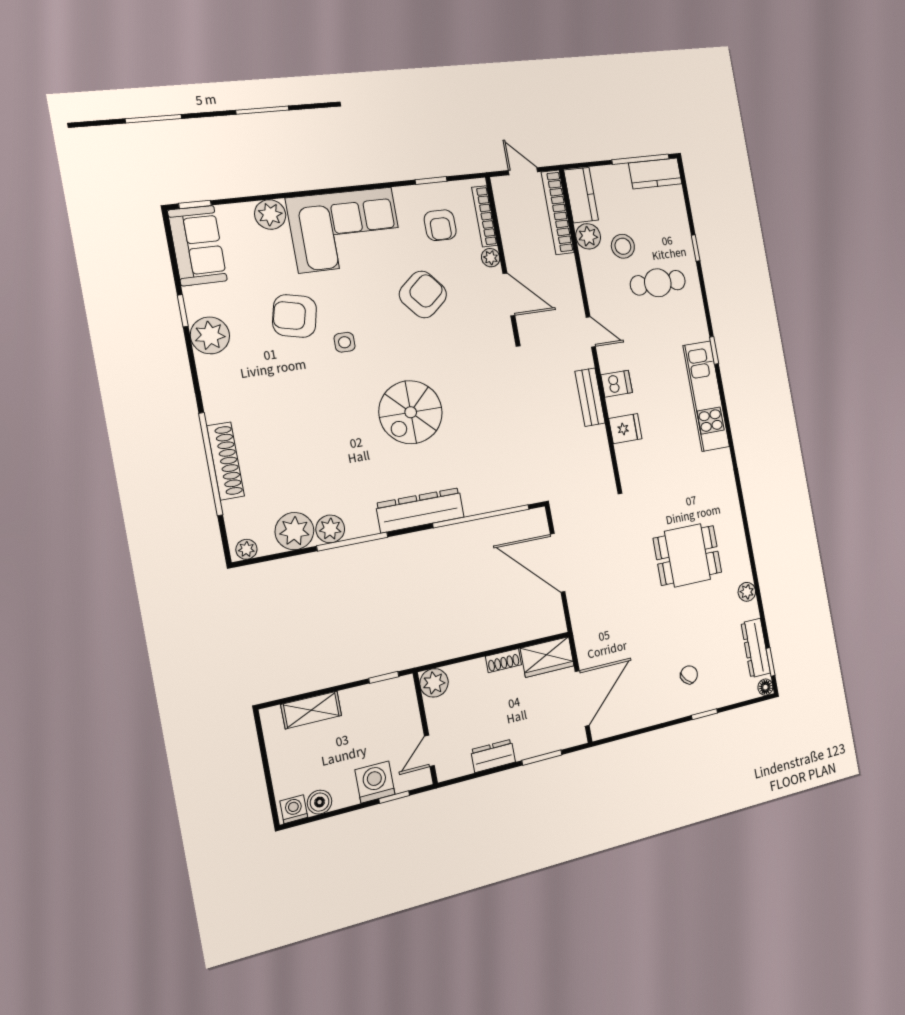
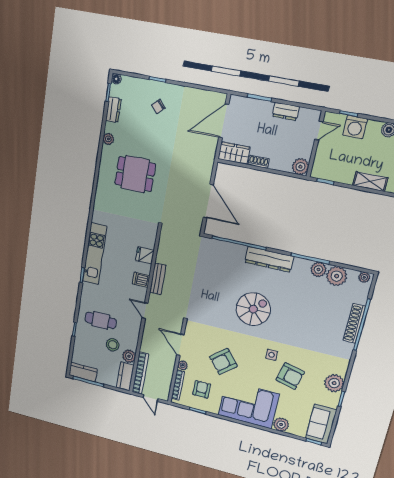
dresser: (756, 648) -> (113, 110), width x0.70

